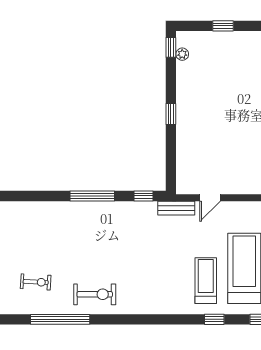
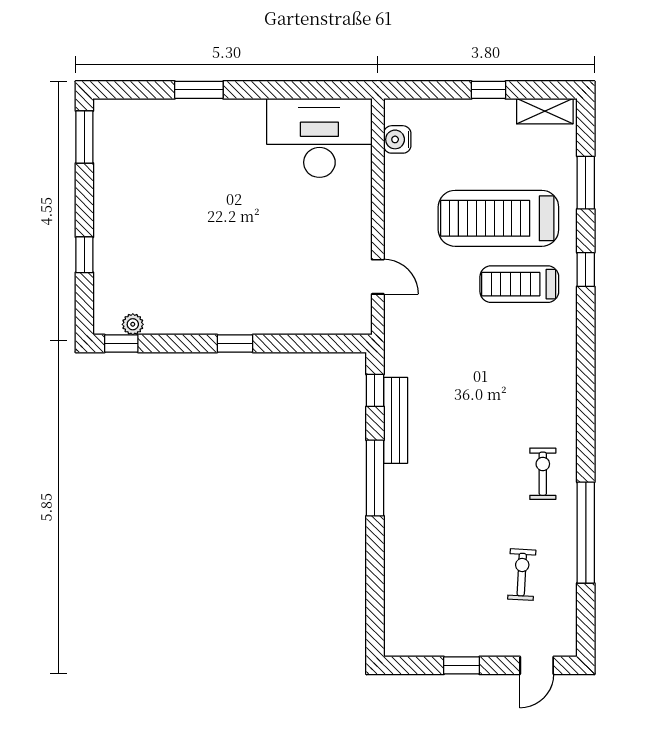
bench: (176, 208) -> (396, 420), moved, width x1.36
exercise bike: (95, 294) -> (543, 474), width x0.73, depth x0.72

